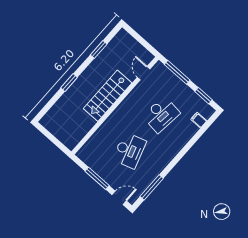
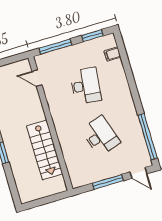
stairs: (108, 96) -> (45, 150), moved
window: (152, 187) -> (148, 137), width x1.46
door: (119, 198) -> (138, 173), swing flipped

